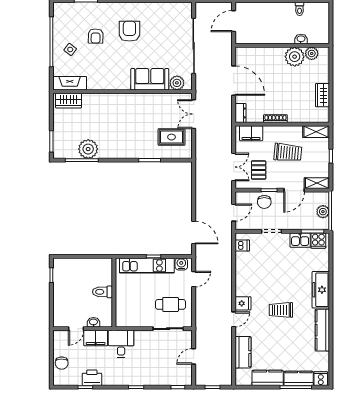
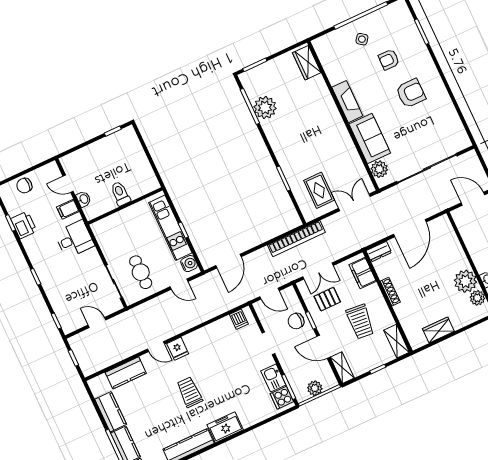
fireplace: (70, 83) -> (347, 102), moved
bookcase: (201, 172) -> (296, 239), added
freezer: (321, 290) -> (225, 427), width x0.71
filing cabinet: (96, 338) -> (68, 209), width x0.50

